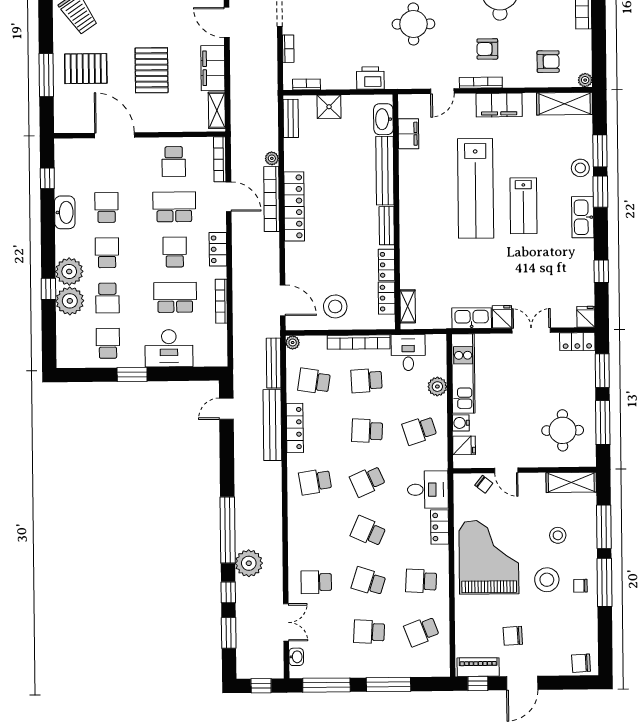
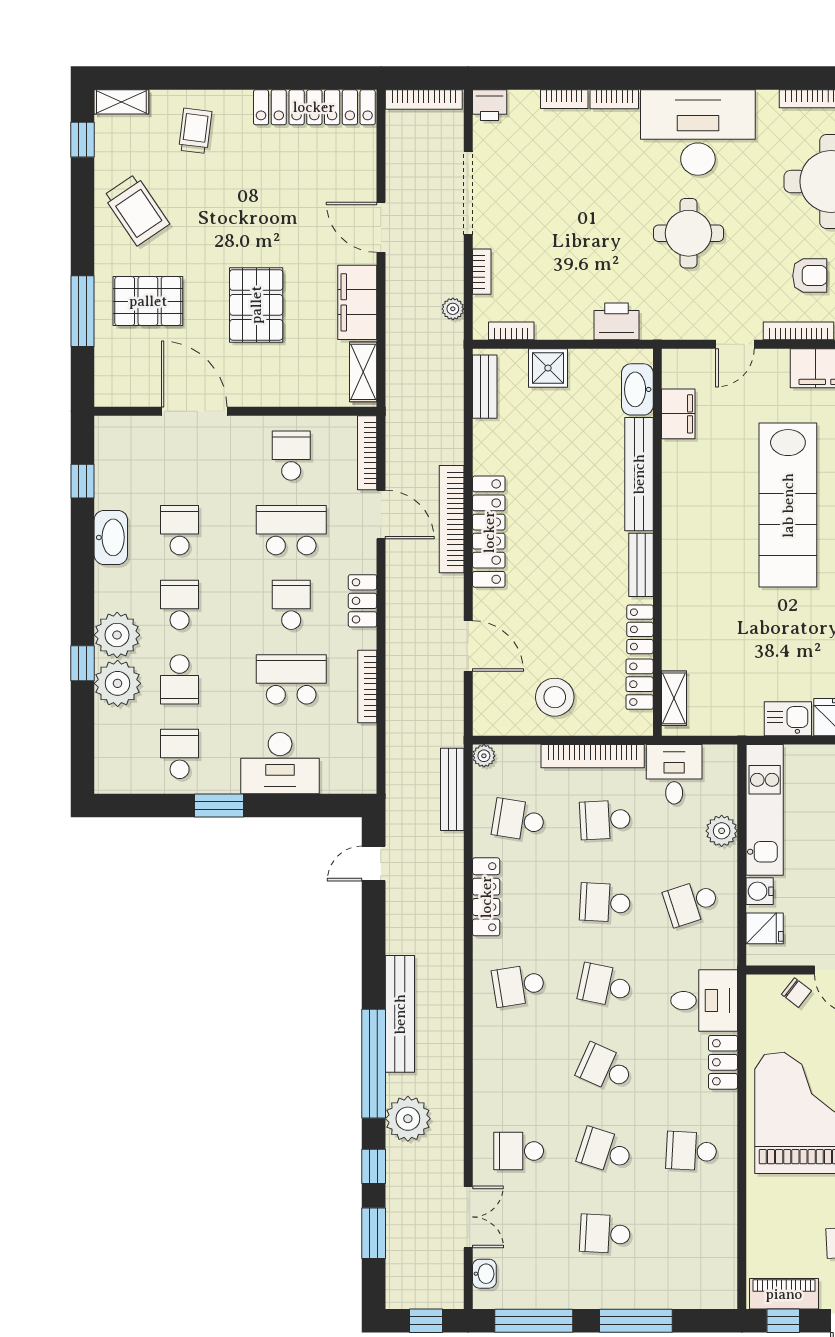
armchair: (487, 49) -> (810, 276), turned 180
plant: (272, 158) -> (453, 309), moved
school desk: (174, 162) -> (291, 456), turned 180
door: (283, 300) -> (468, 646), moved
kitchen sink: (472, 318) -> (788, 719), width x0.73
bench: (272, 425) -> (400, 1014), moved
school desk: (368, 481) -> (605, 985), turned 36
school desk: (422, 631) -> (691, 1234), removed

